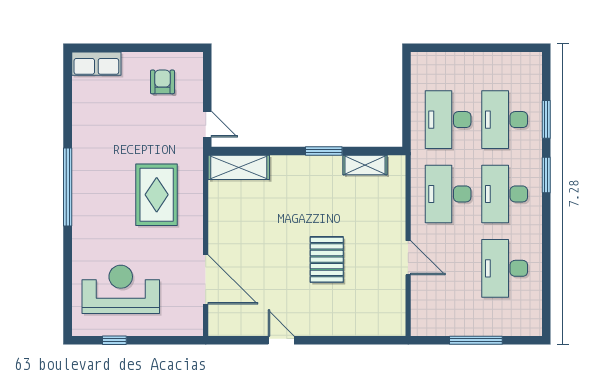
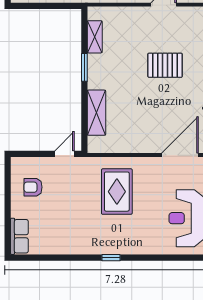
shelving: (239, 167) -> (96, 113), moved
window: (68, 187) -> (111, 258), width x0.32
rug: (157, 195) -> (117, 192), turned 90

